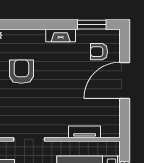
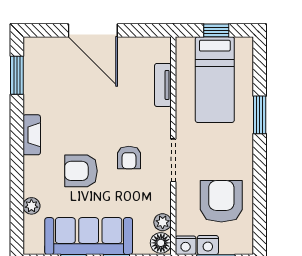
fireplace: (61, 35) -> (32, 135), moved
armchair: (99, 52) -> (129, 157), moved

